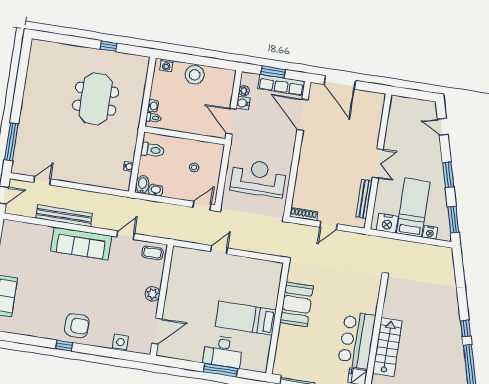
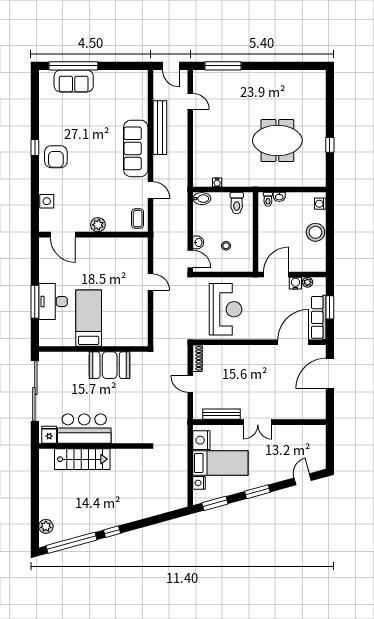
washbasin: (156, 190) -> (198, 242), moved

